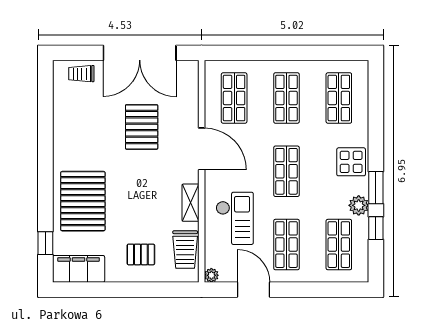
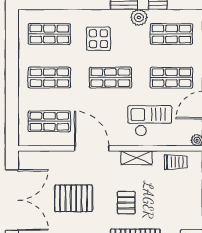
door: (202, 149) -> (92, 148), hinge flipped
display table: (351, 162) -> (98, 39), moved
trolley: (185, 250) -> (176, 162), width x0.73, depth x0.72
pallet: (141, 254) -> (126, 203), moved

